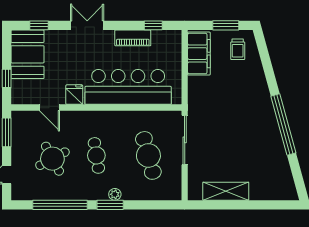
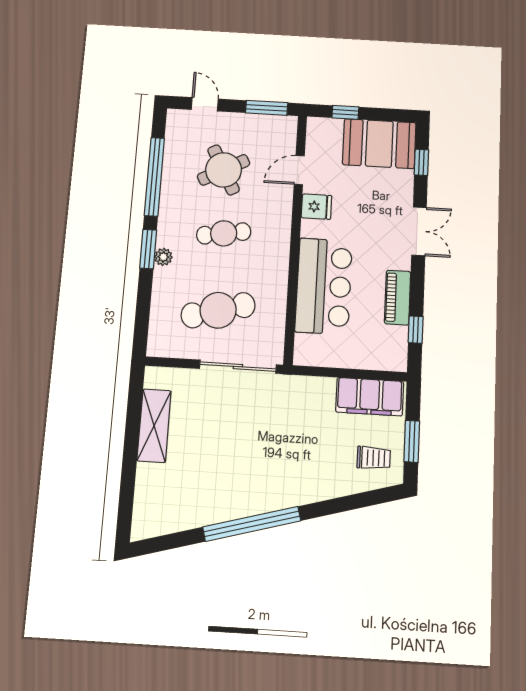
trolley: (238, 49) -> (374, 458), turned 180
bar counter: (128, 87) -> (324, 286), width x0.73

